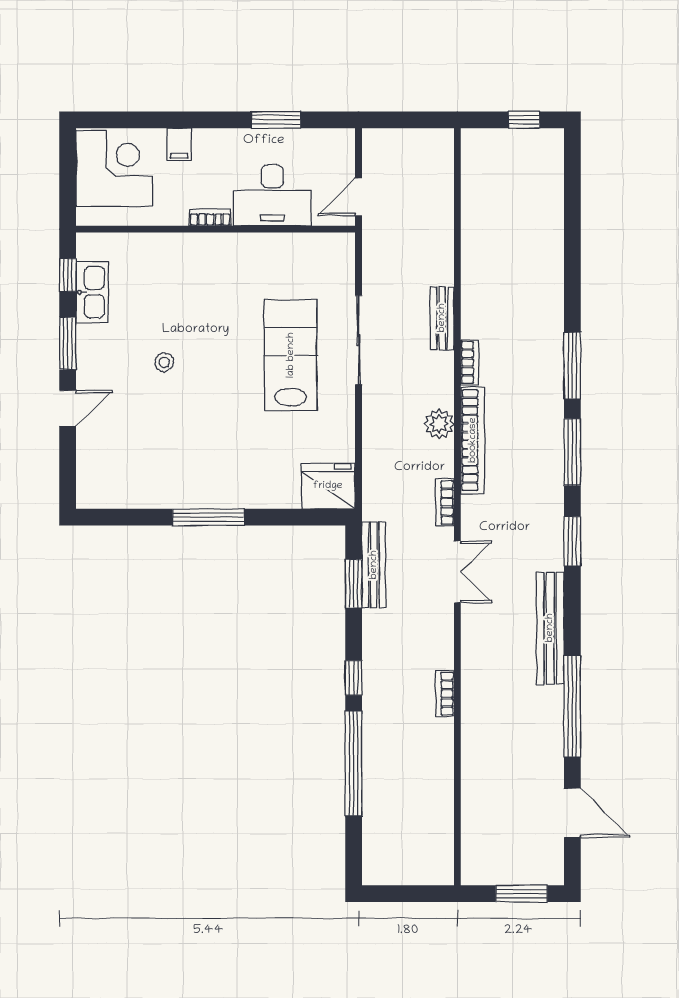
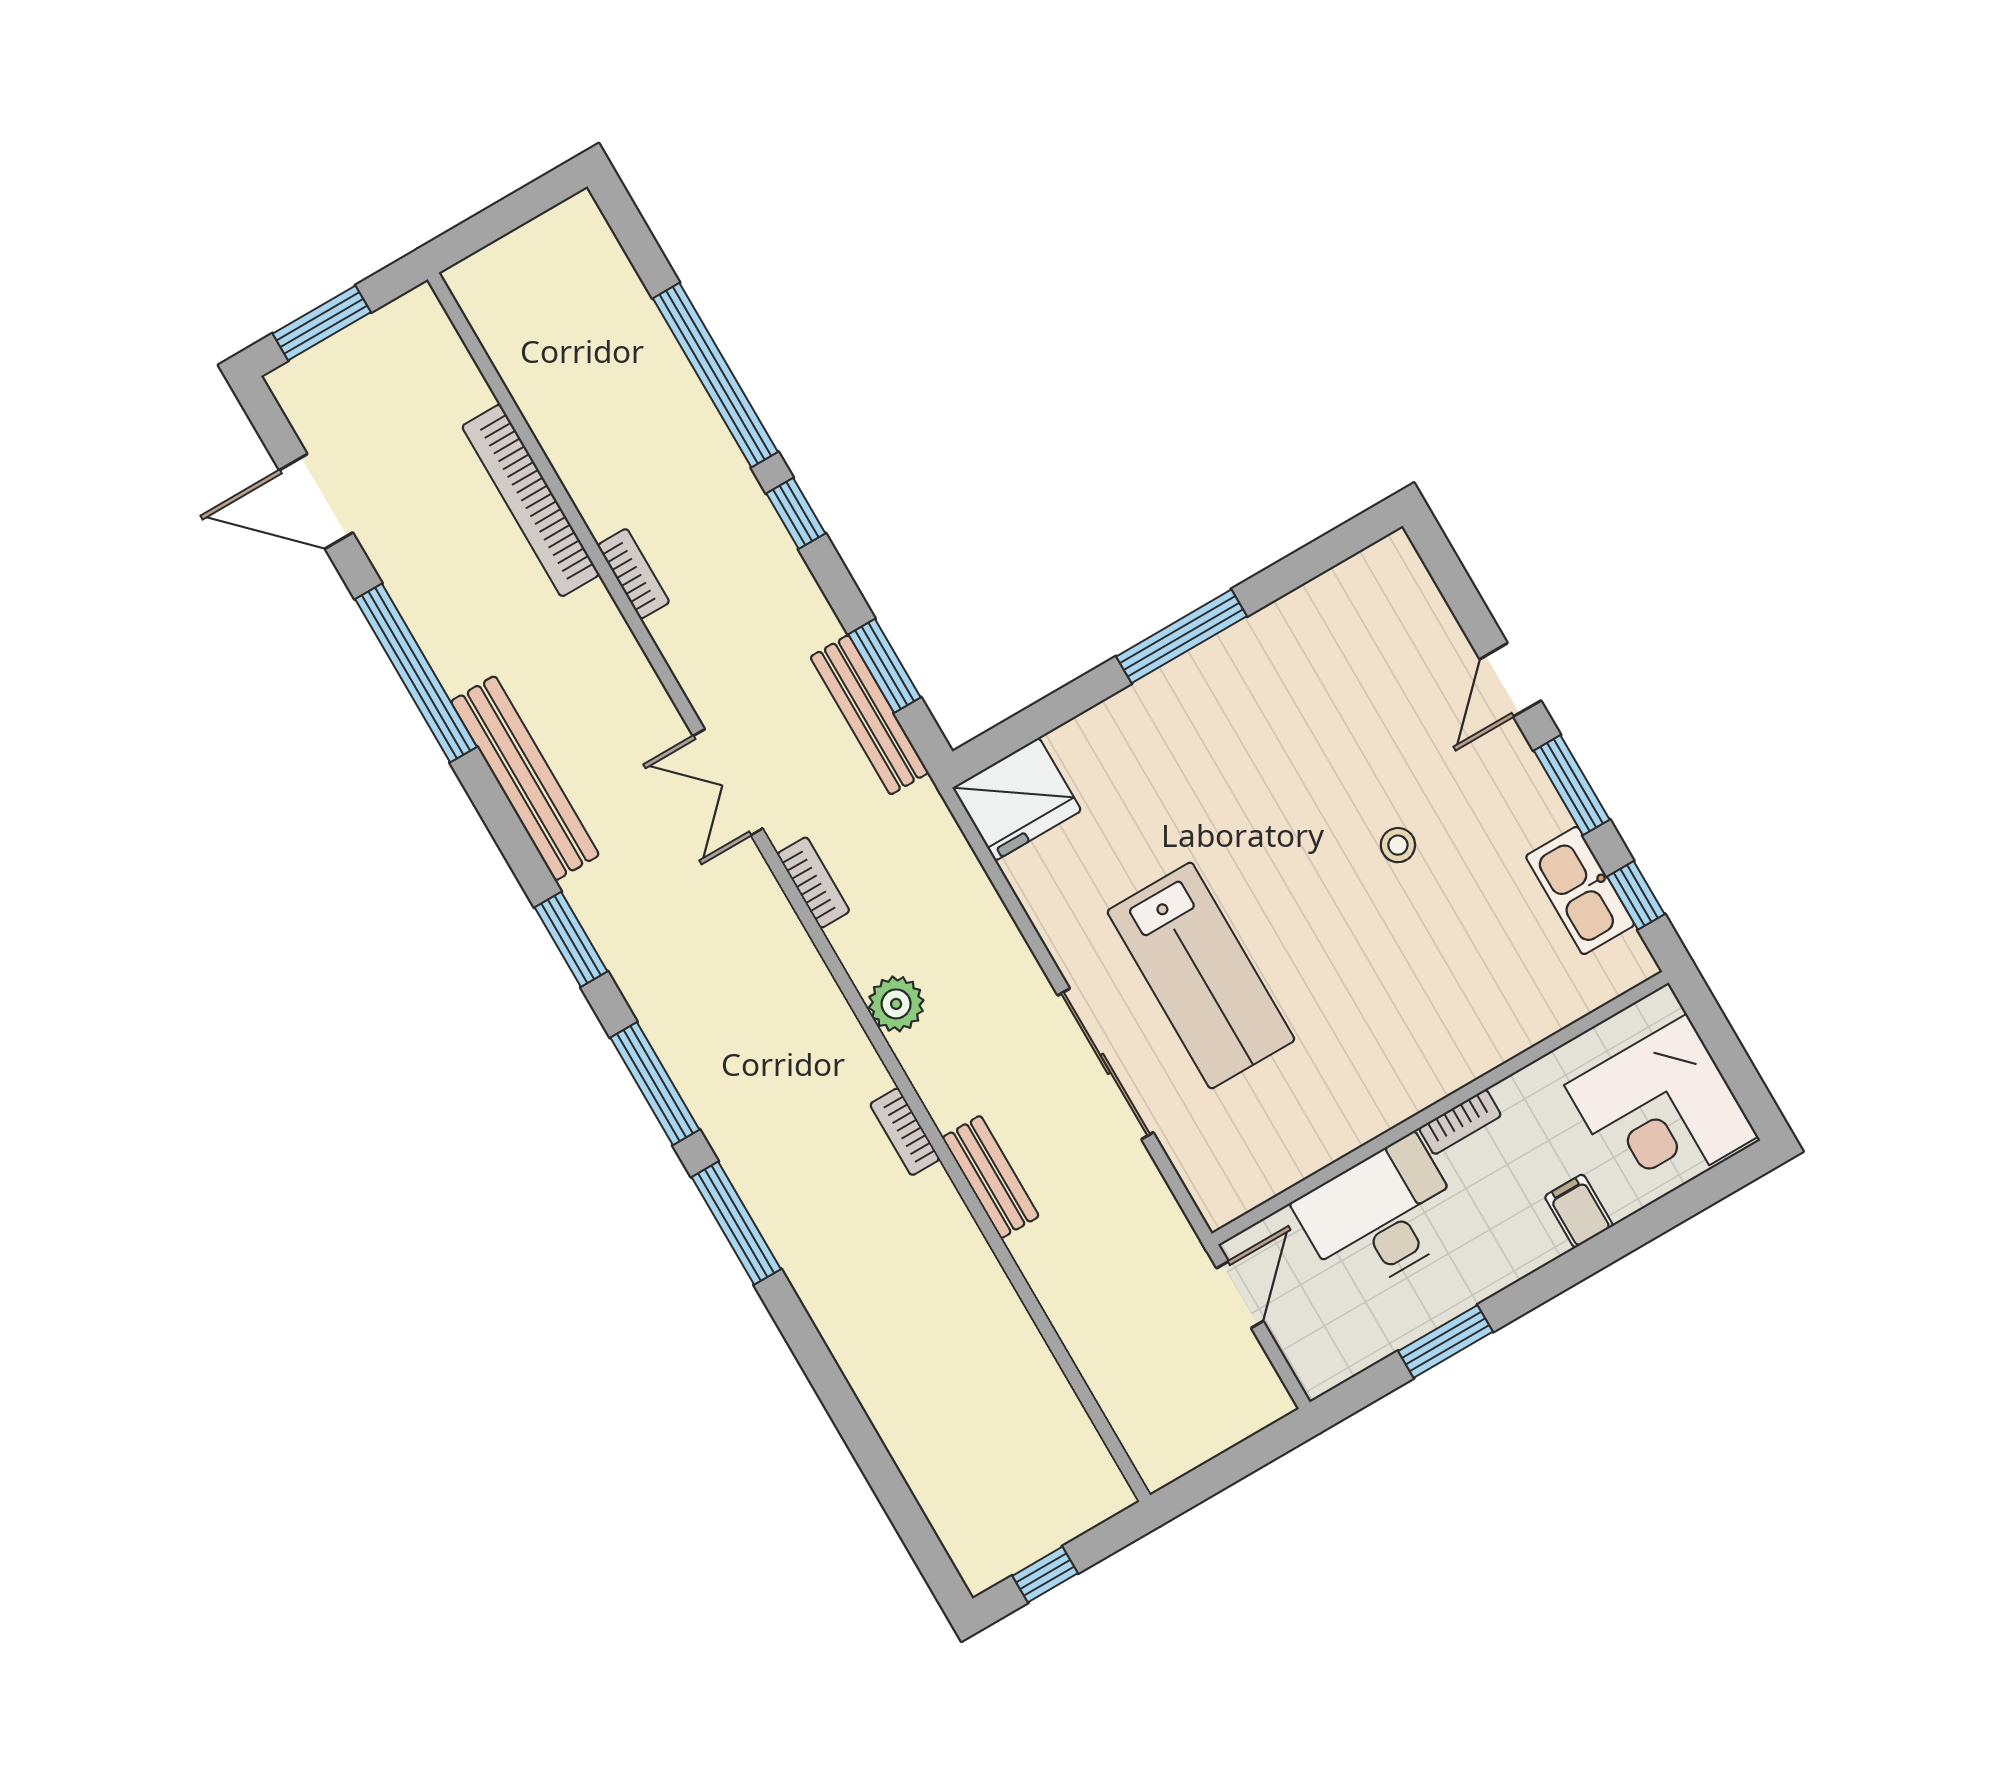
bookcase: (473, 440) -> (531, 500), moved

